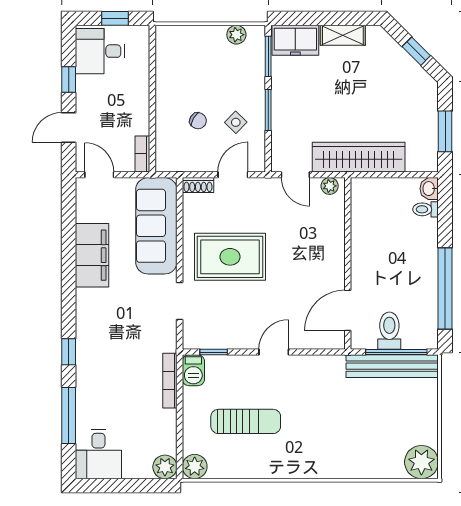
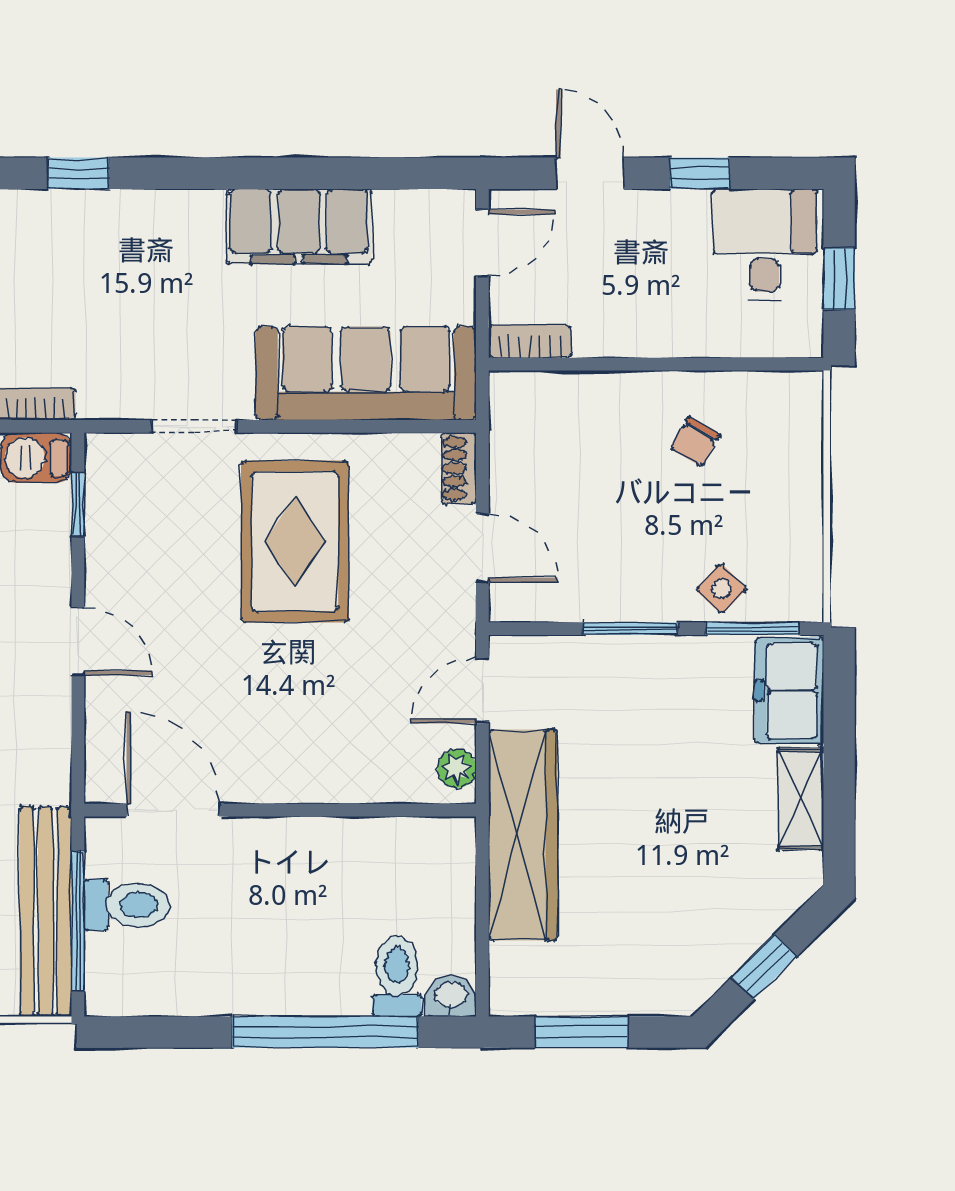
plant: (236, 35) -> (802, 556), removed
chair: (198, 121) -> (695, 441), moved
side table: (236, 122) -> (721, 589), moved
toilet: (426, 209) -> (397, 976), width x1.37, depth x1.39
window: (445, 289) -> (325, 1032), moved

